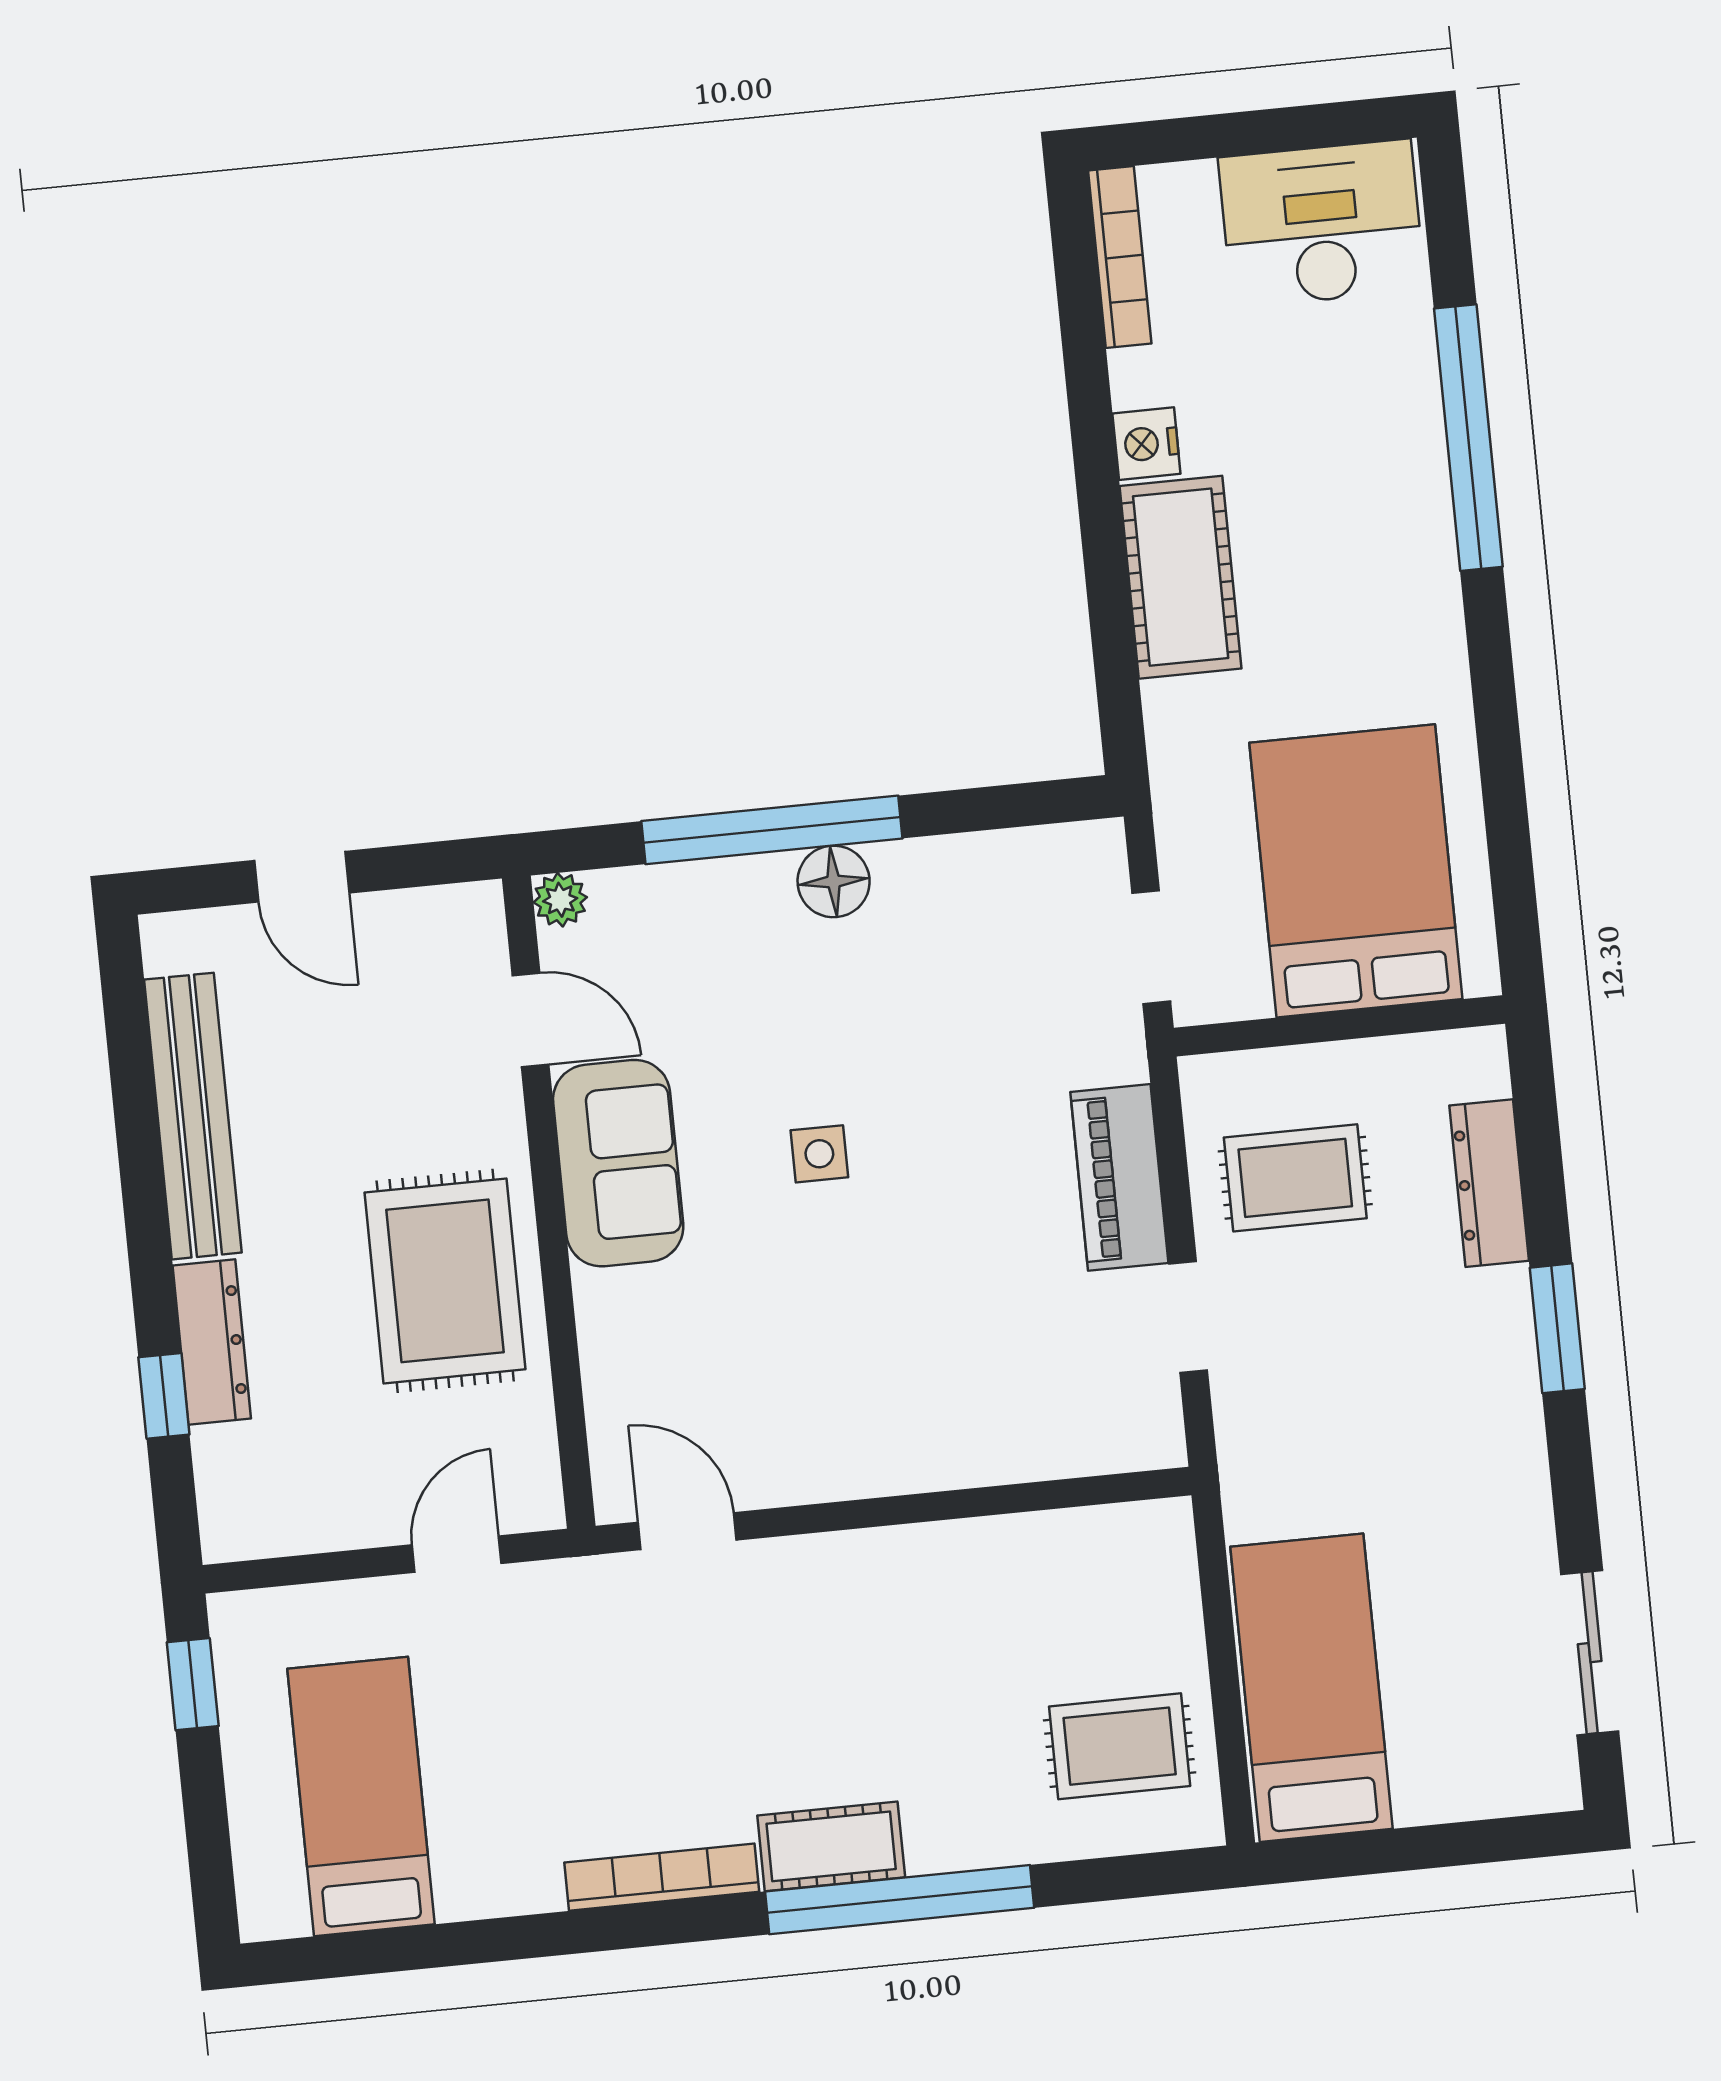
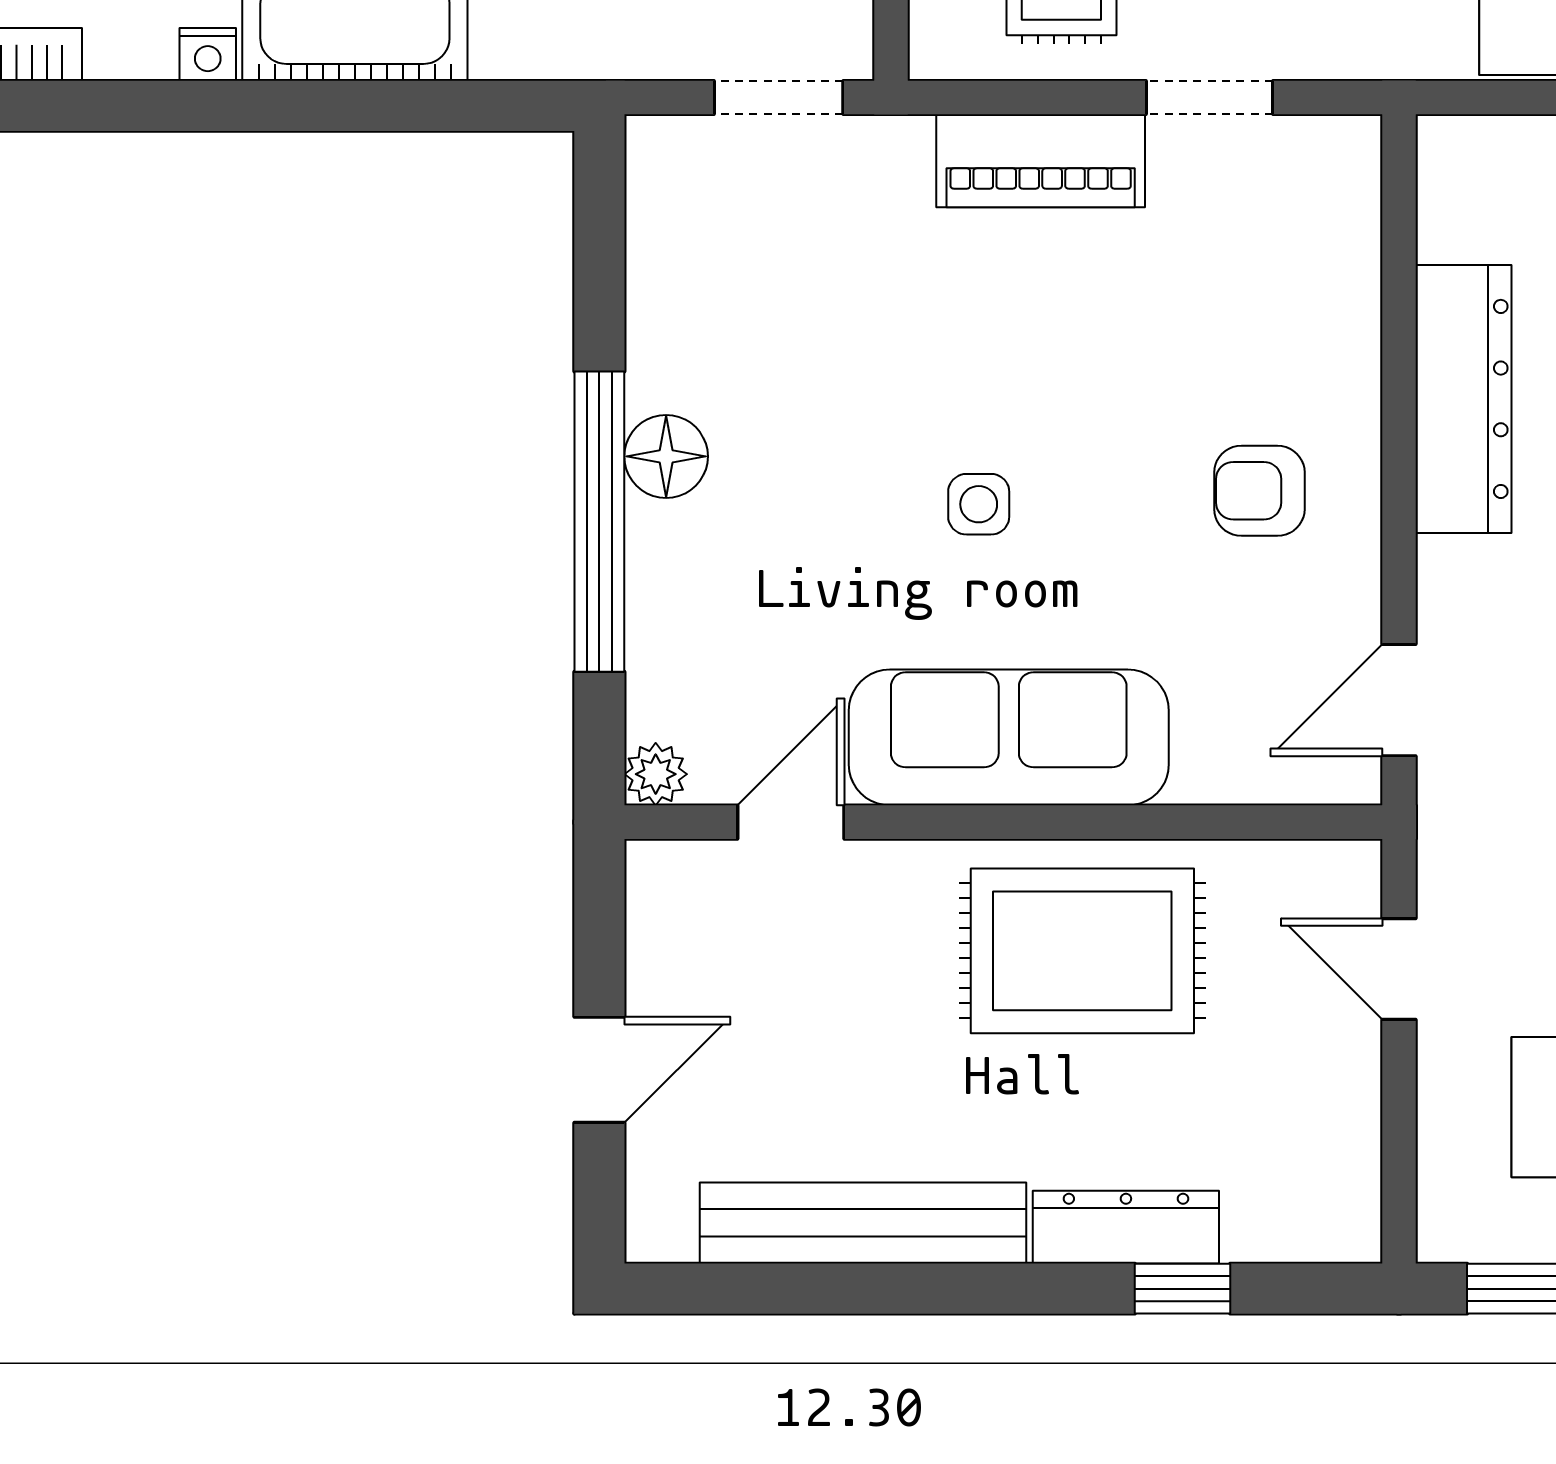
nightstand: (1146, 444) -> (208, 54), width x0.72, depth x0.74
sofa: (618, 1163) -> (1009, 737), width x1.36
armchair: (855, 1393) -> (1259, 491), added
dresser: (951, 1561) -> (1463, 399), added

